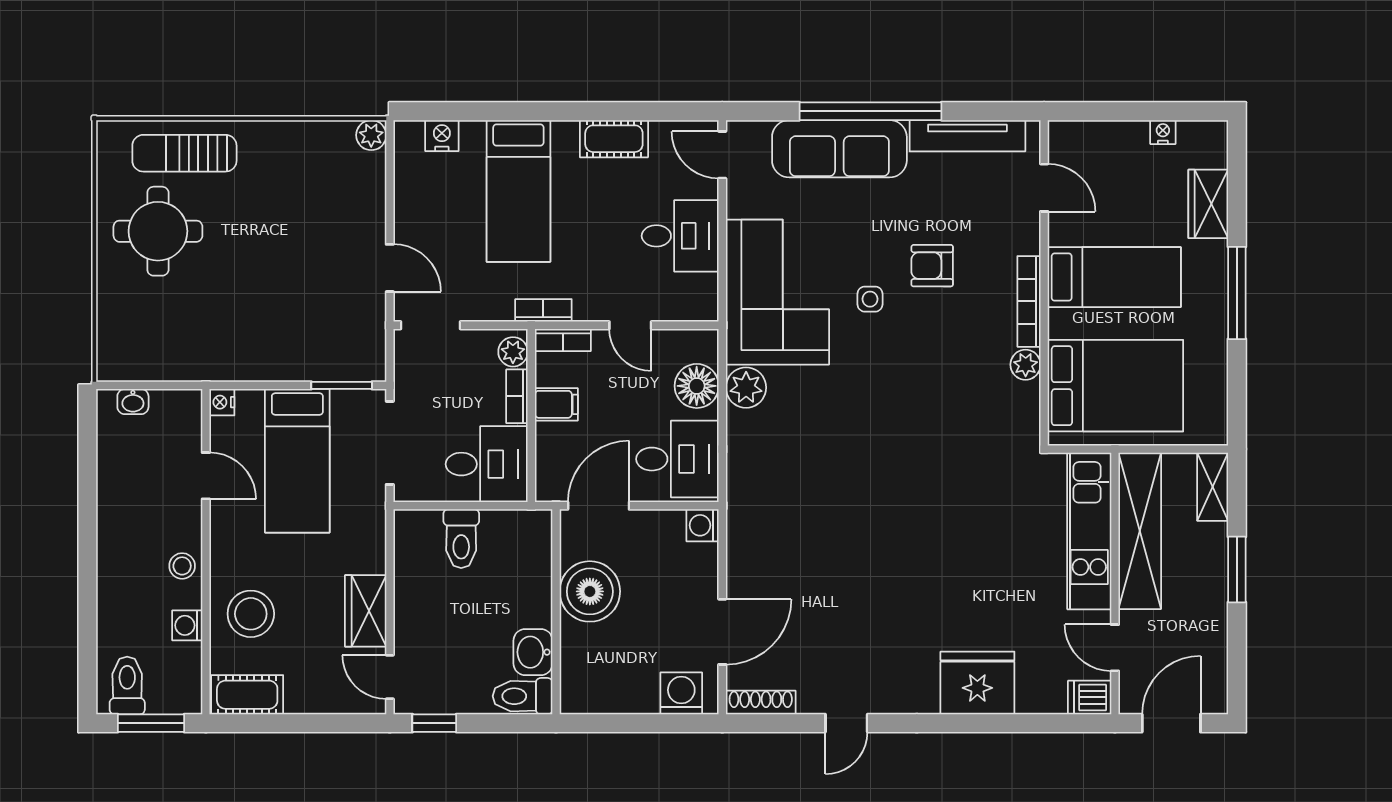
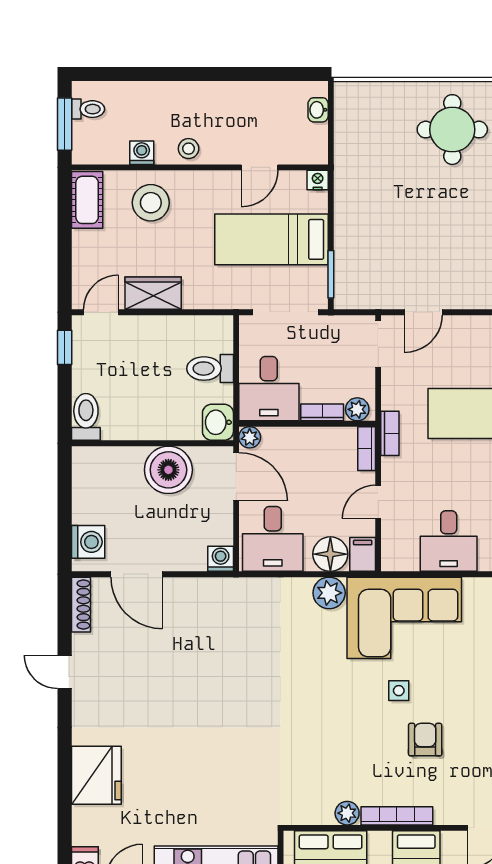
filing cabinet: (556, 404) -> (363, 554), moved, turned 180
plant: (548, 488) -> (250, 437), added
washbasin: (533, 652) -> (218, 422), moved, turned -90
toilet: (127, 685) -> (88, 109), width x0.73, depth x0.72

